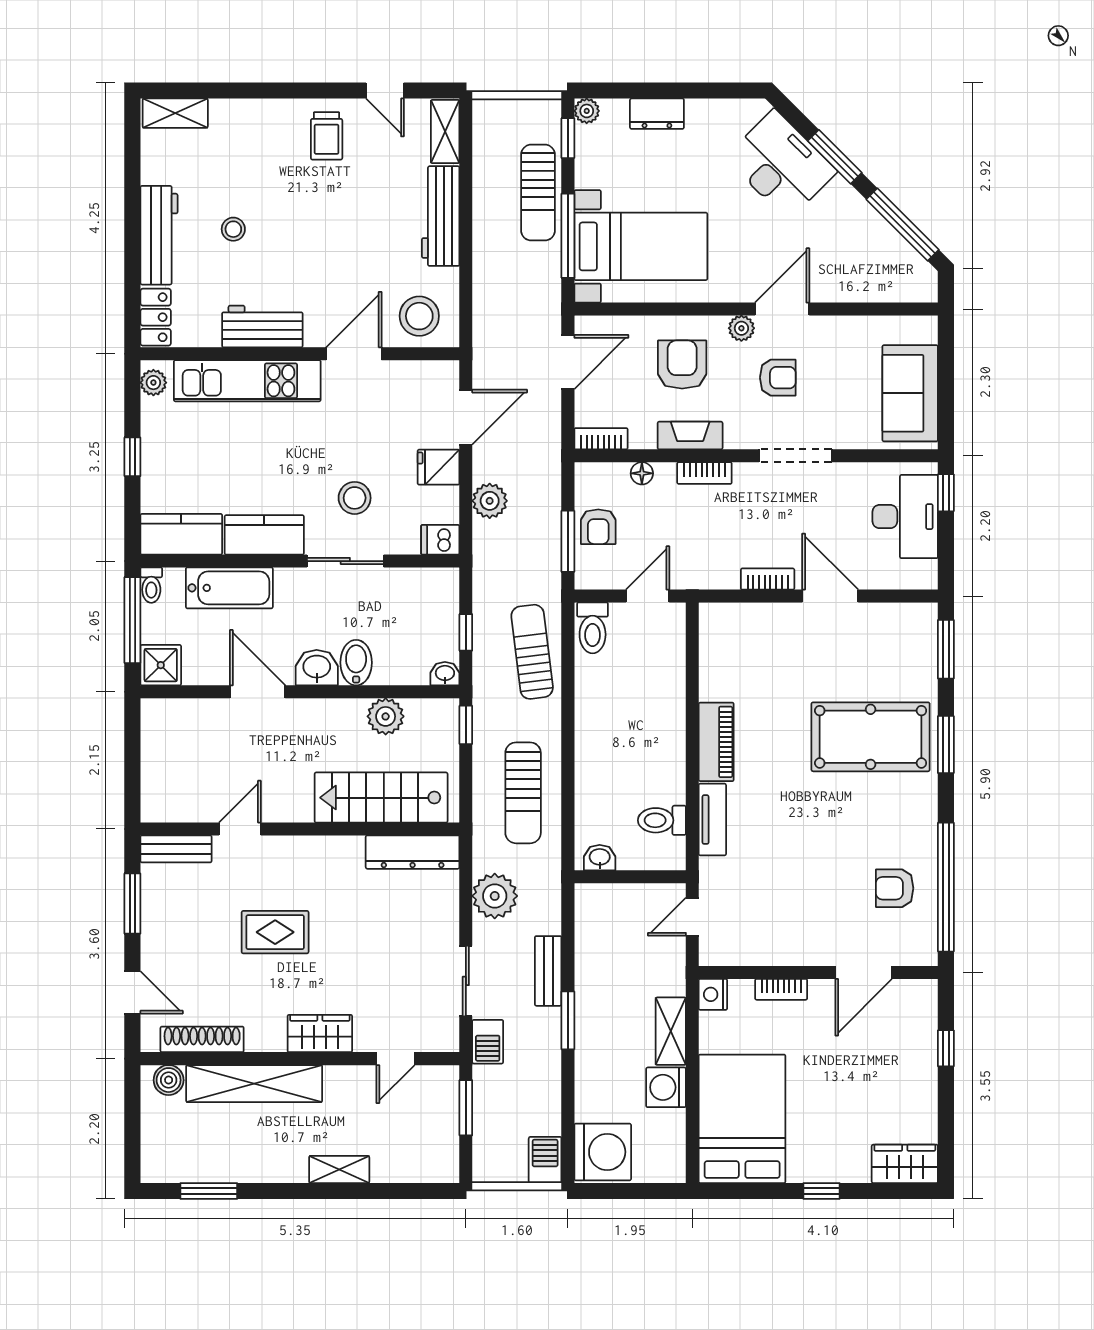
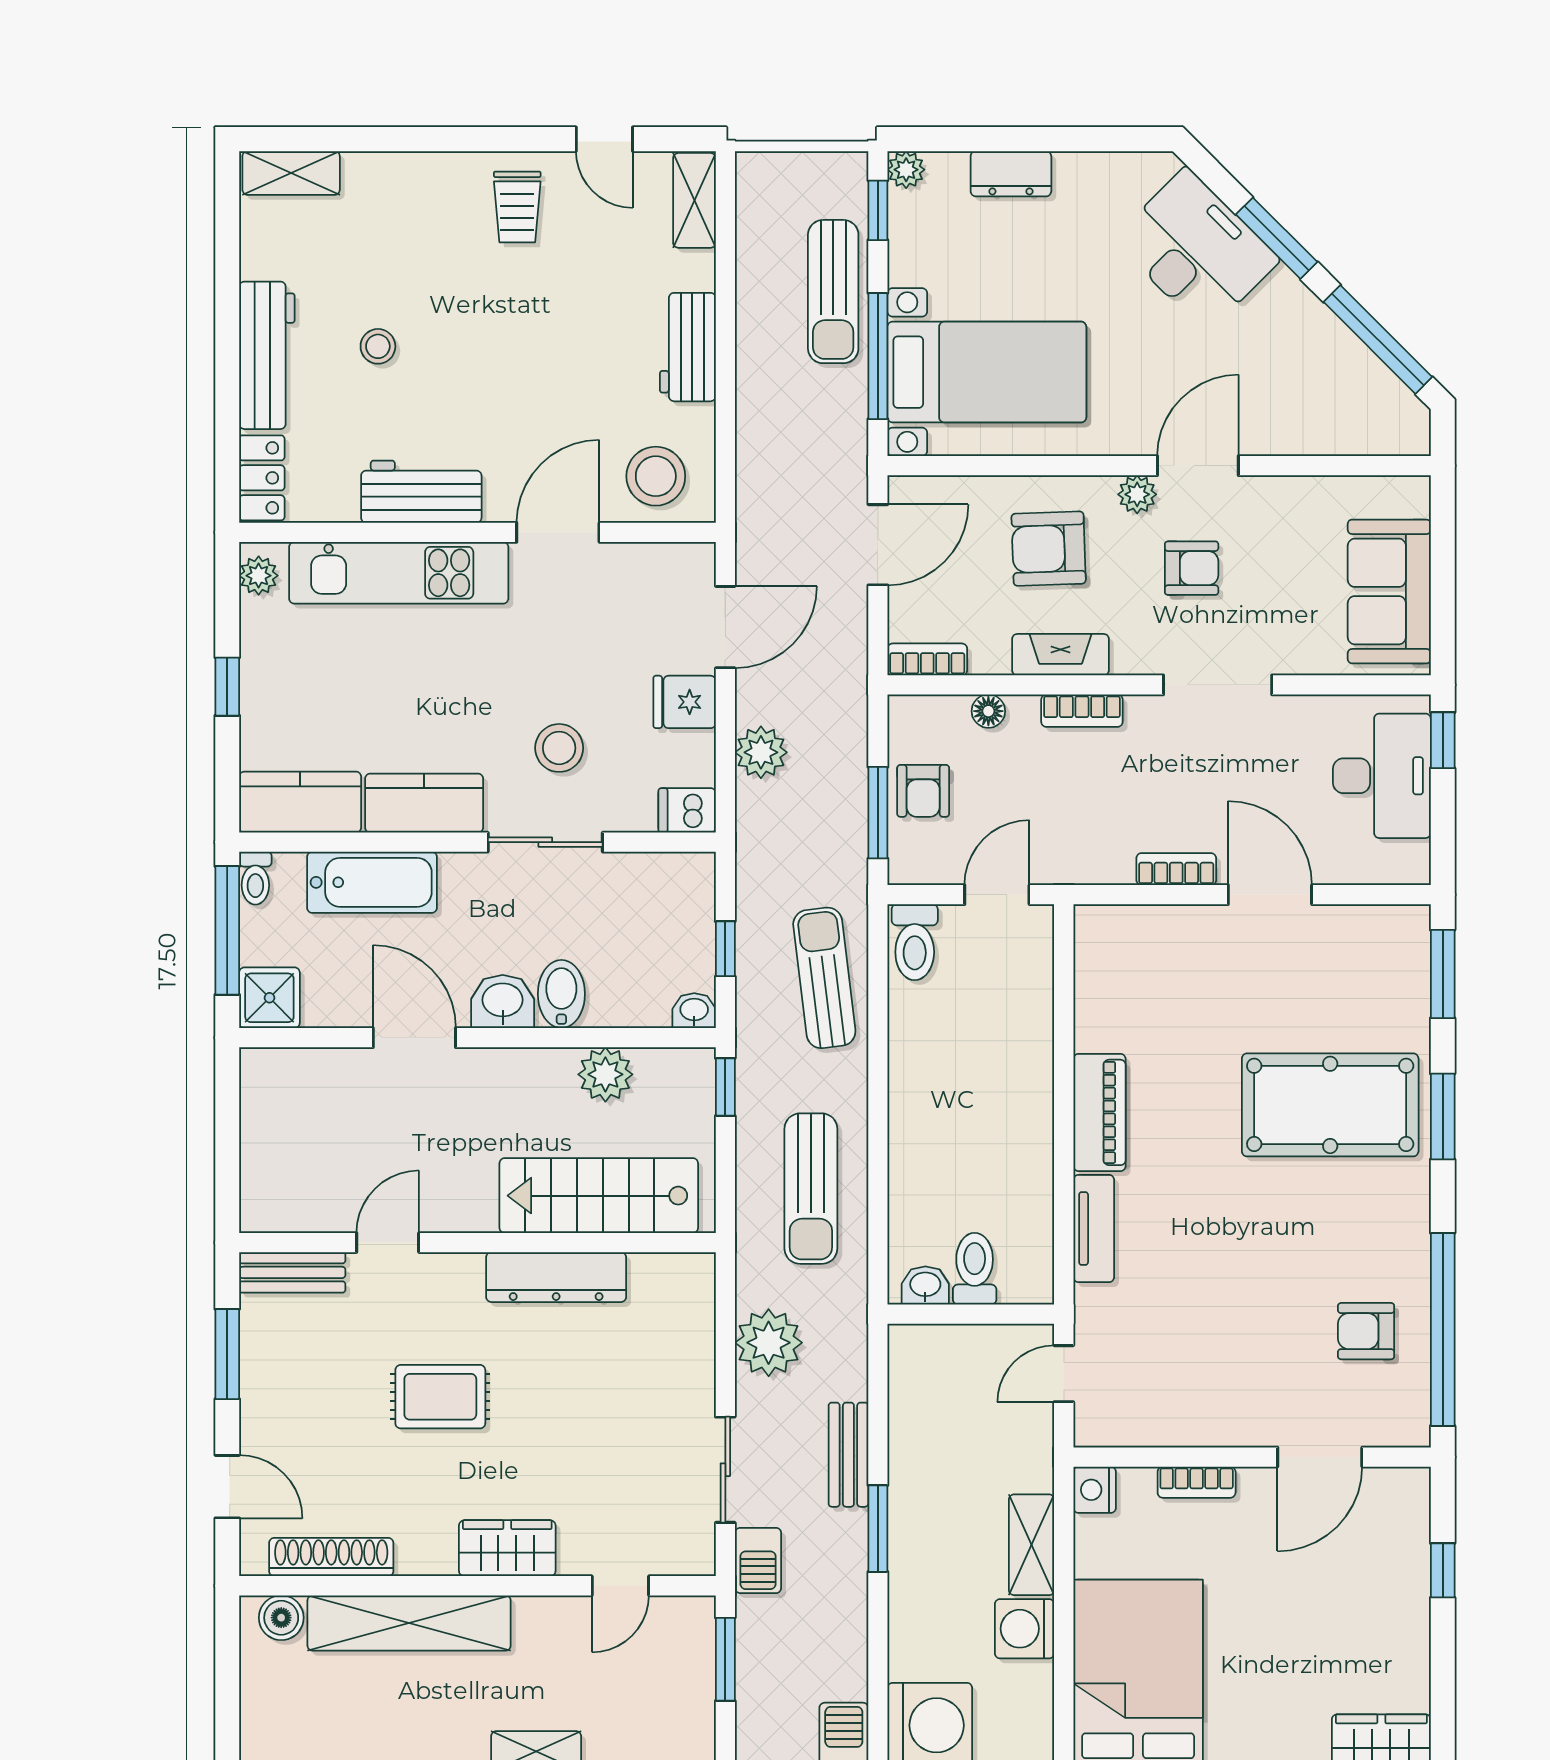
workbench: (441, 216) -> (688, 347), width x0.73
armchair: (682, 365) -> (1049, 549), turned -92
toilet: (662, 820) -> (975, 1269), moved, turned 90
dresser: (413, 852) -> (556, 1277), moved

